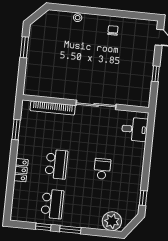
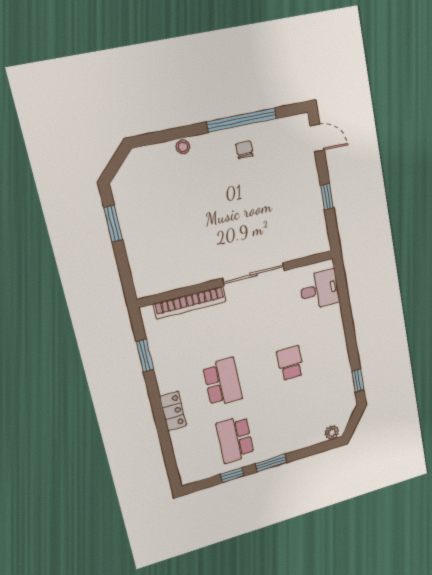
window: (116, 13) -> (242, 120), added
school desk: (52, 204) -> (235, 439), turned 180
plant: (112, 221) -> (332, 432), width x0.53, depth x0.53

